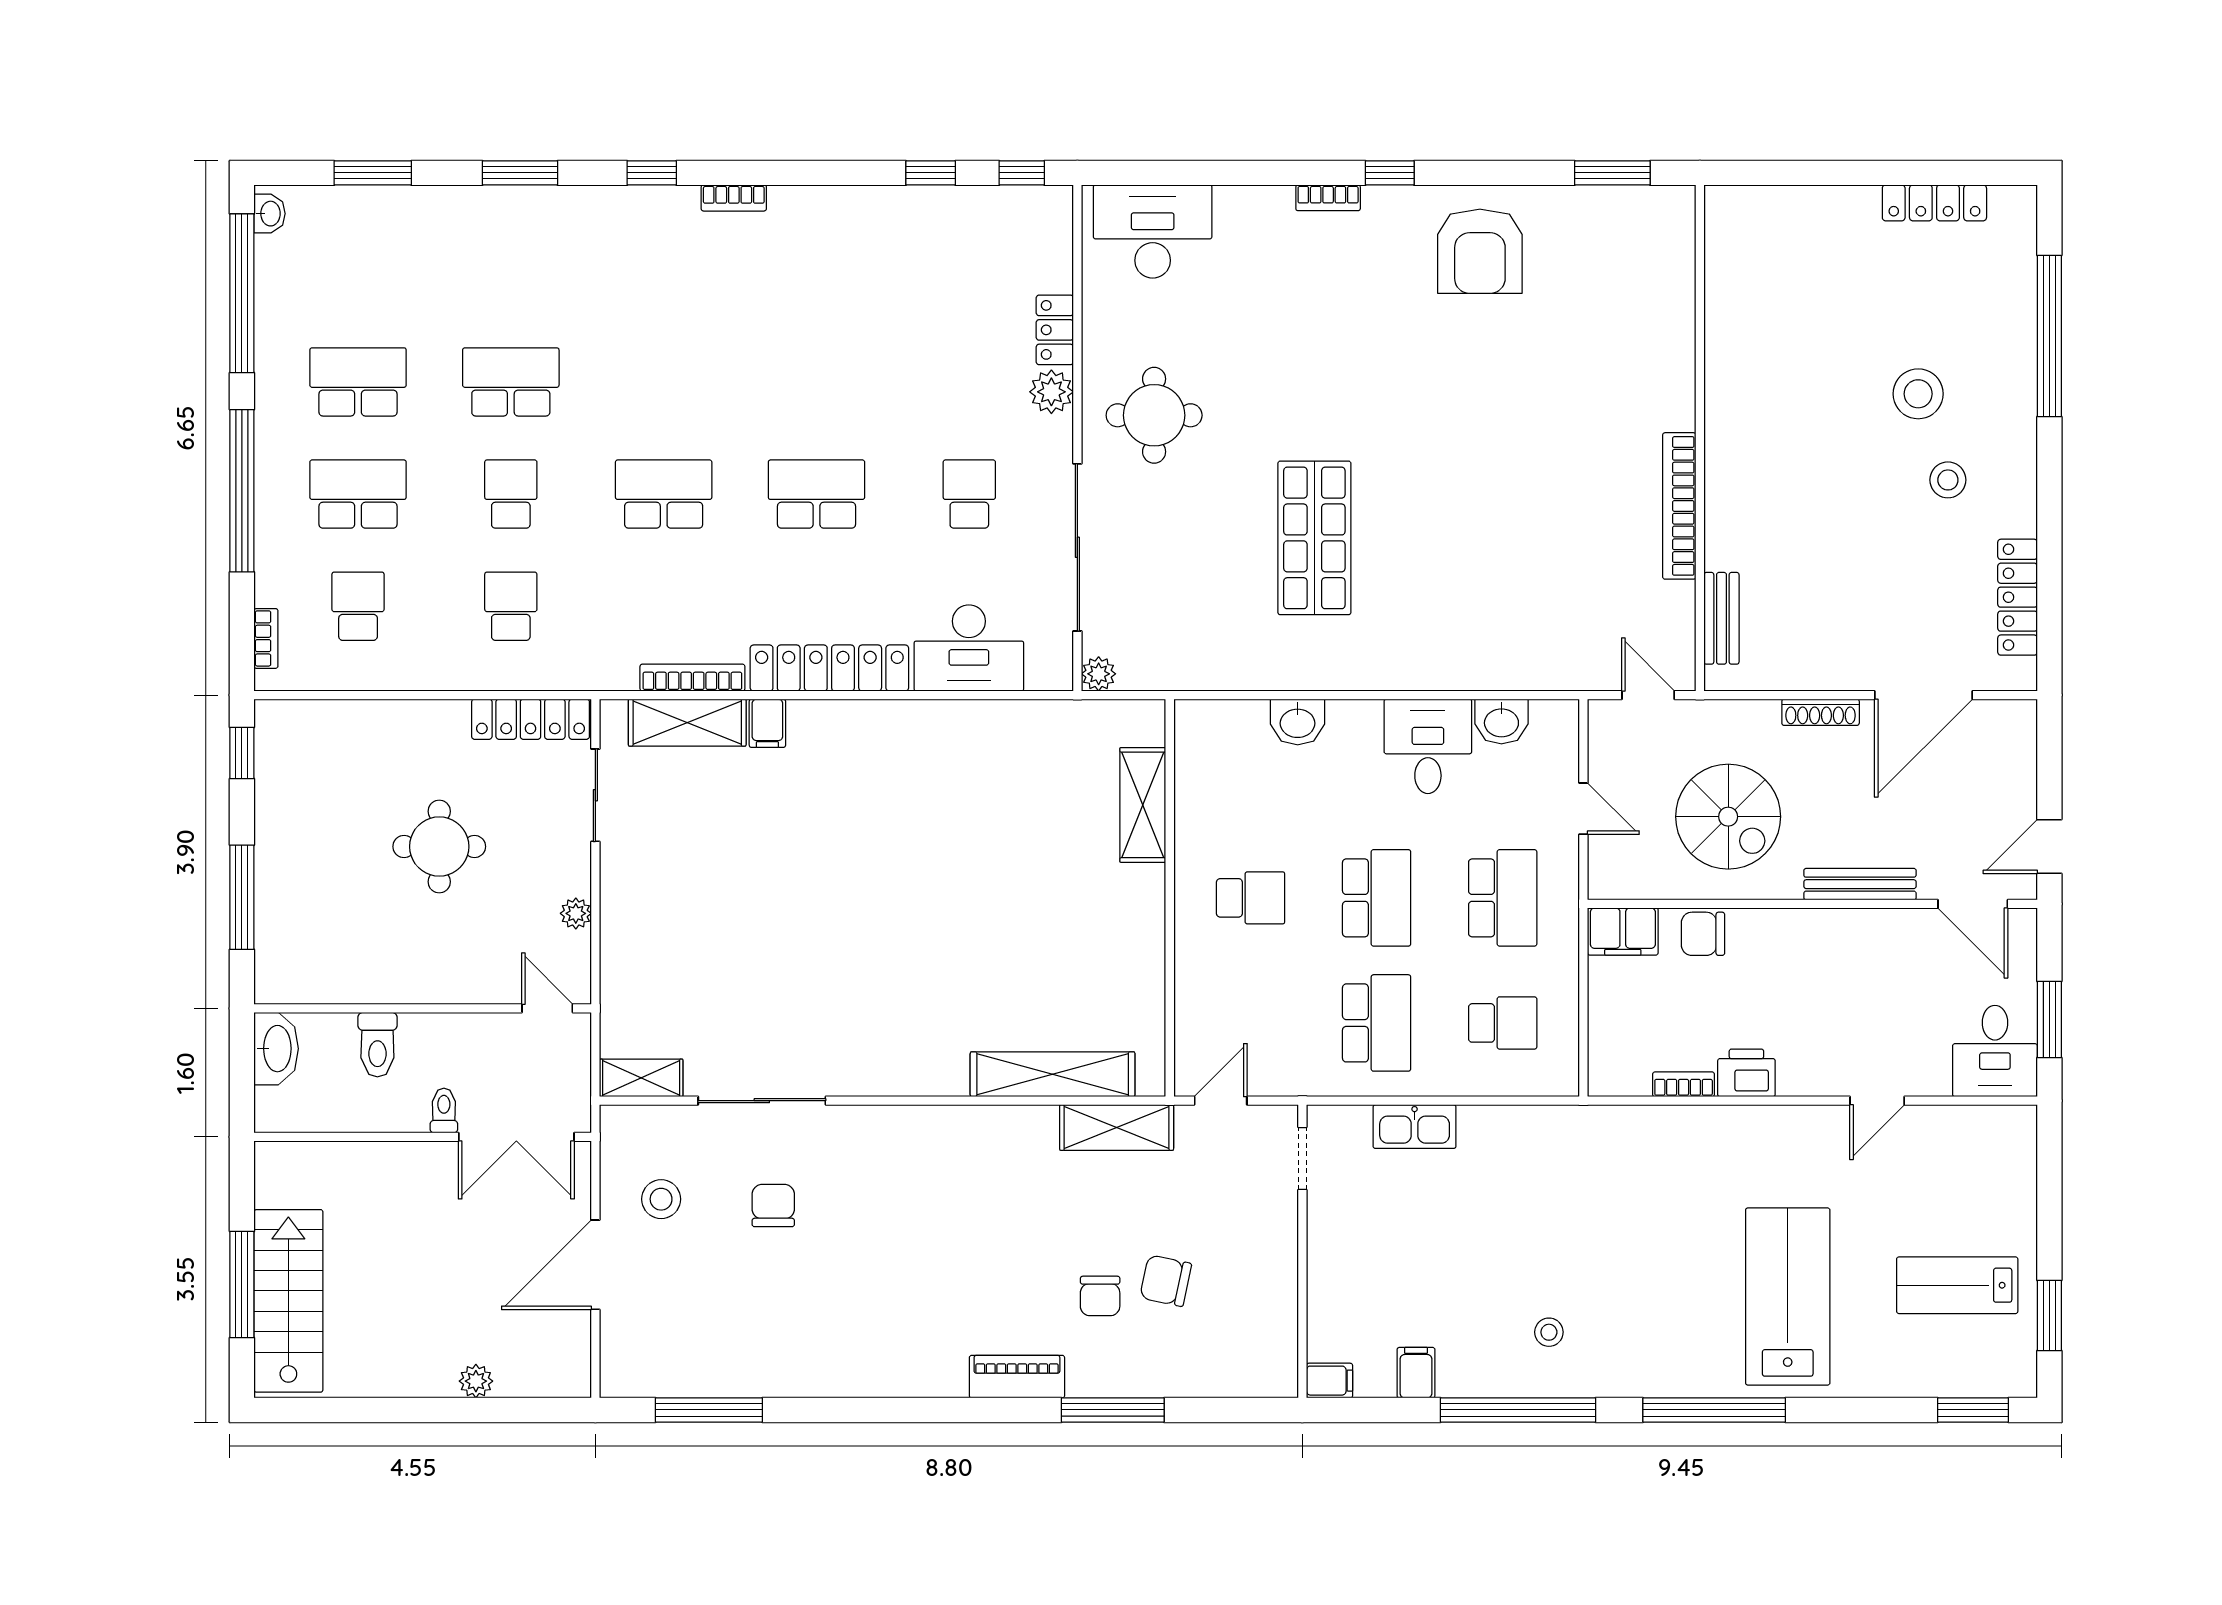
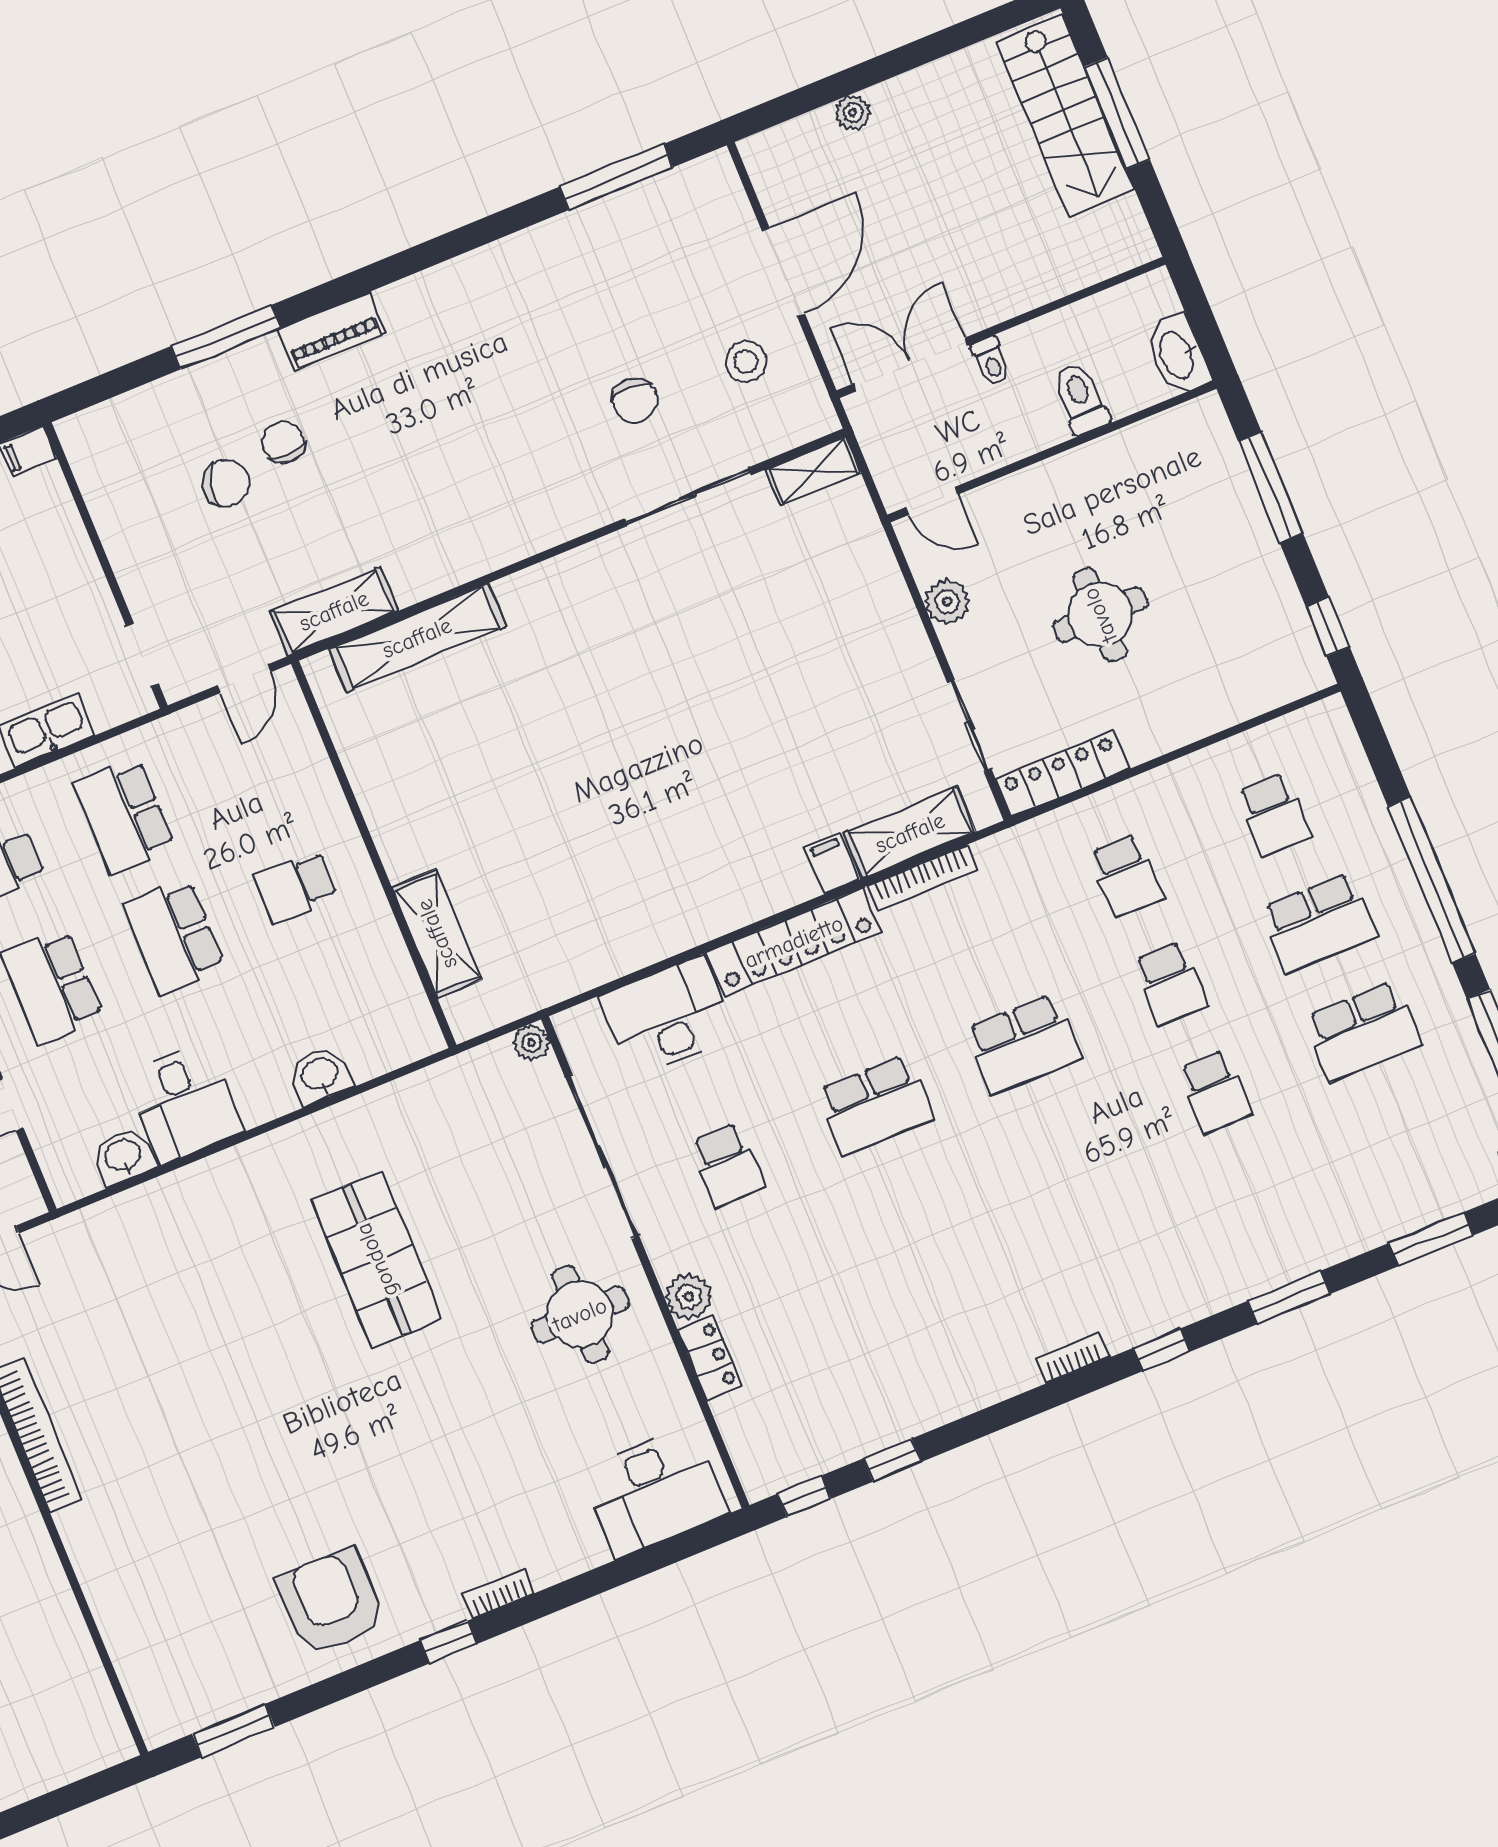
school desk: (511, 382) -> (1215, 1092), width x0.54
bookcase: (266, 638) -> (1350, 747), removed
plant: (576, 913) -> (947, 602), width x1.38, depth x1.38

